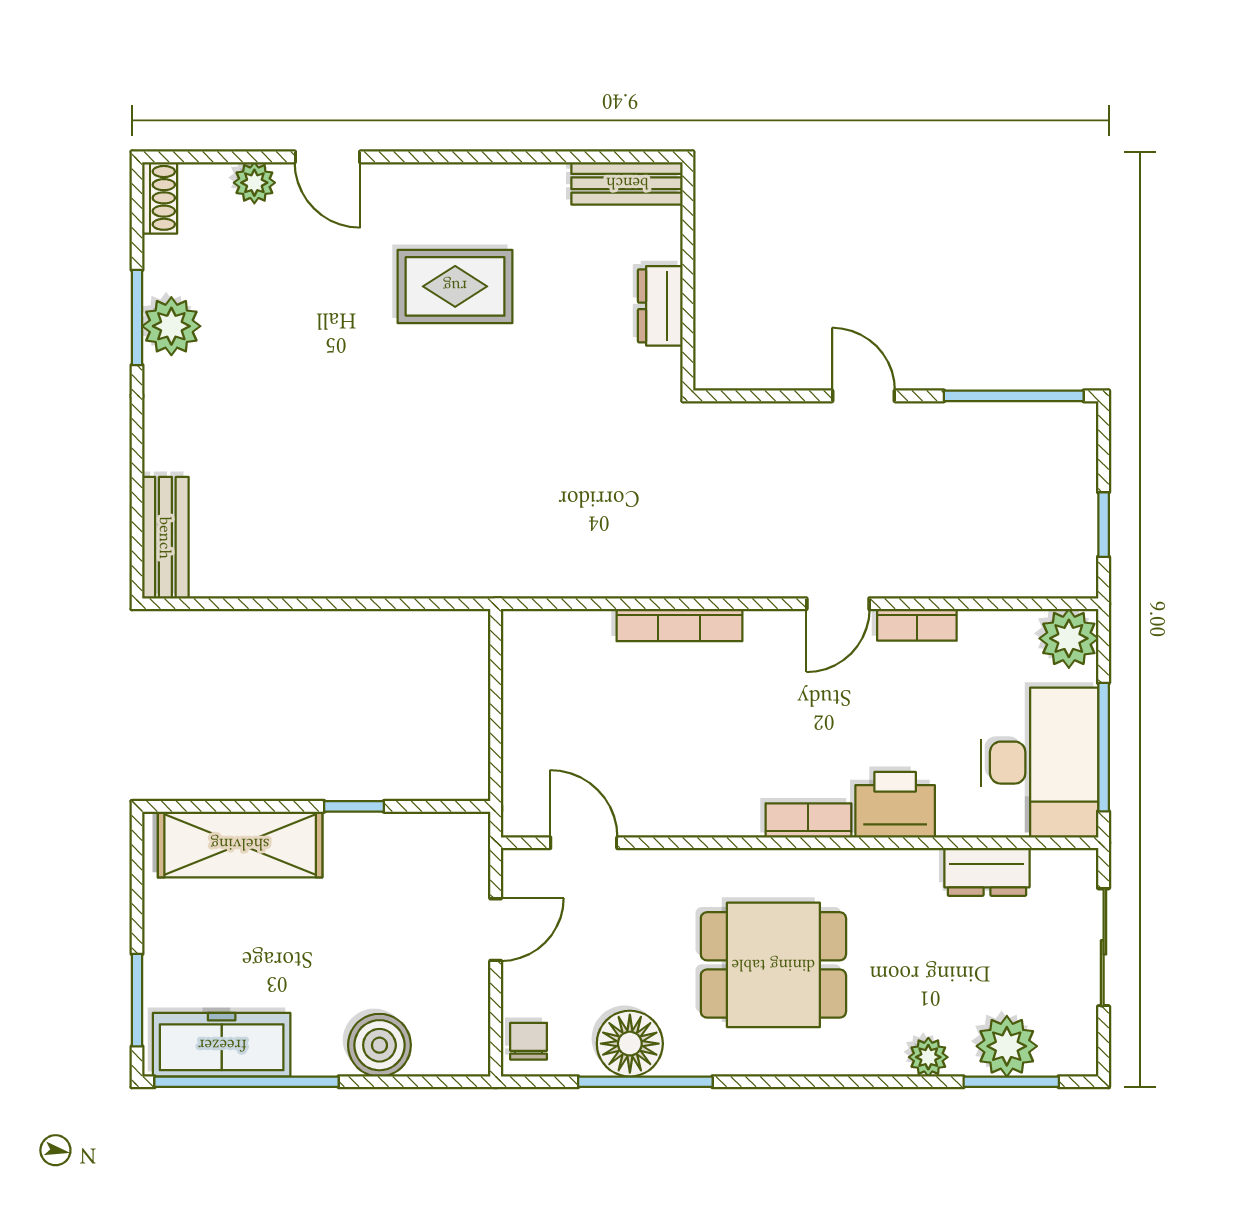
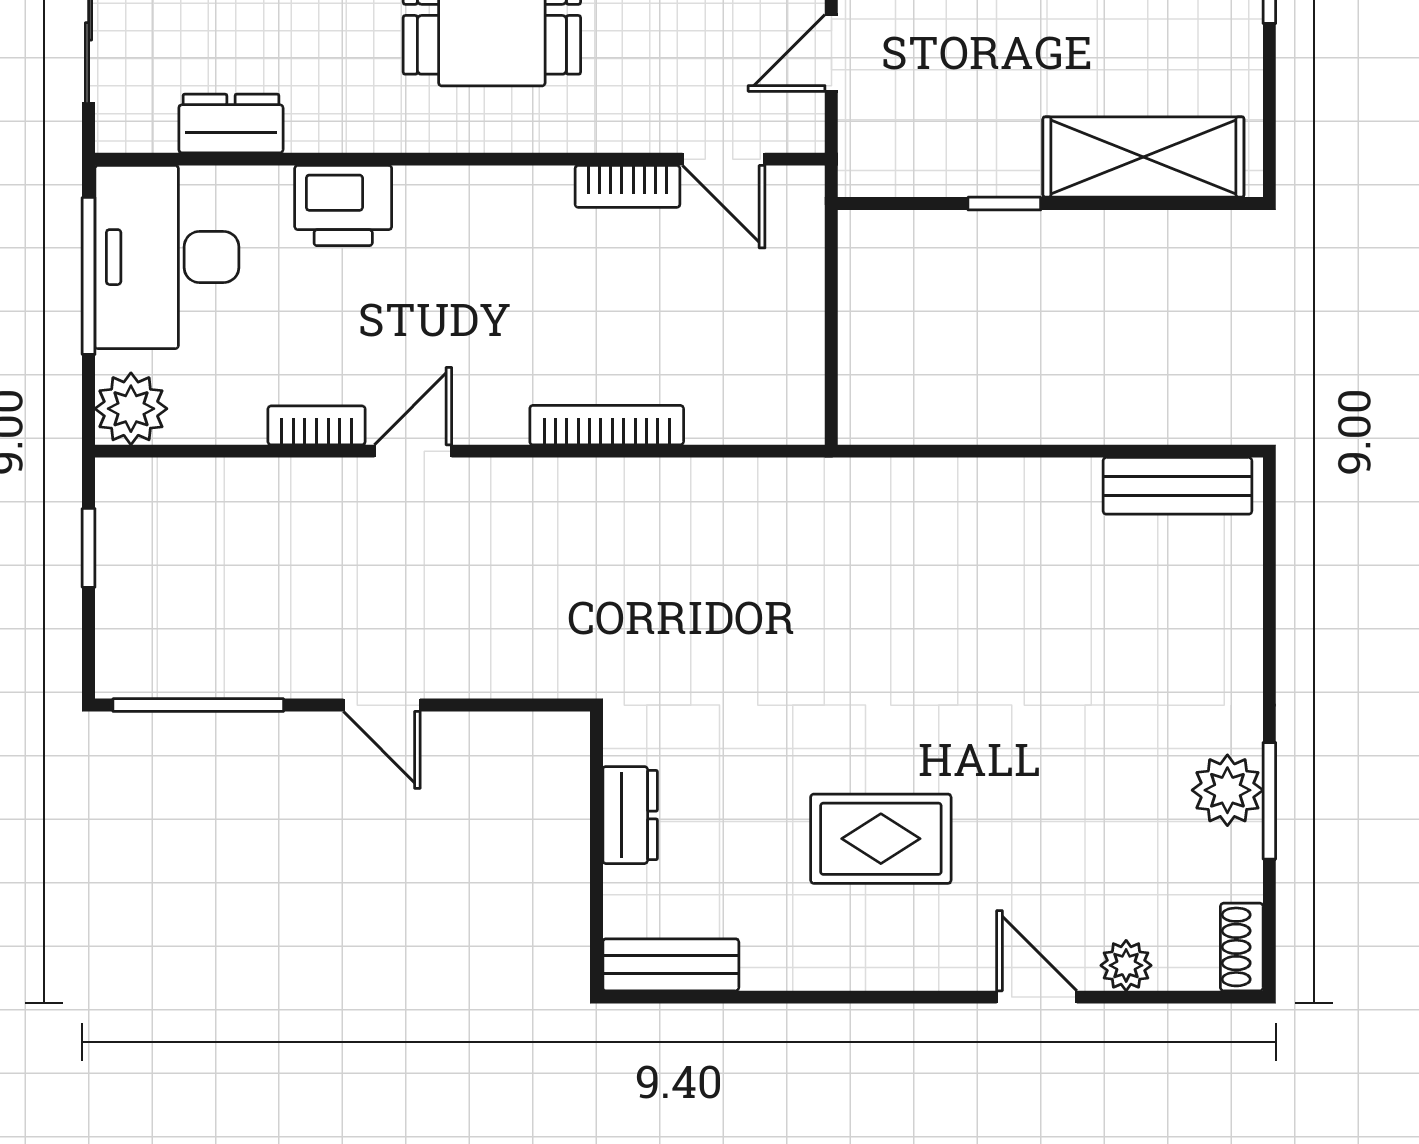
bench: (165, 538) -> (1177, 486), moved, turned 90
bookcase: (808, 820) -> (627, 186), moved

